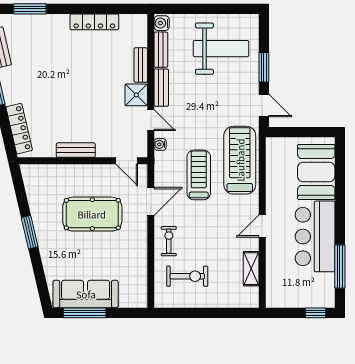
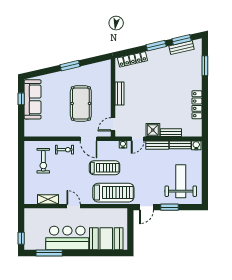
weight bench: (221, 49) -> (181, 181), turned 180
window: (85, 313) -> (21, 99), width x0.46

